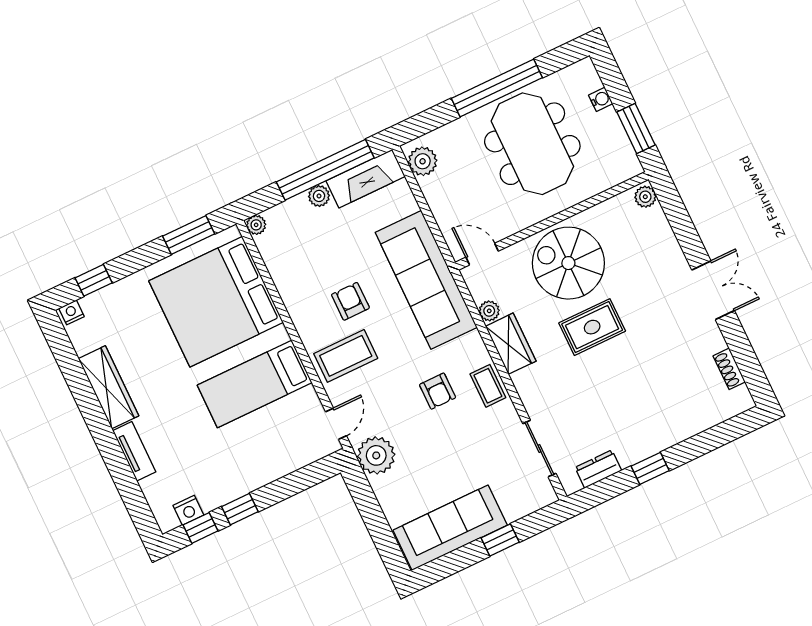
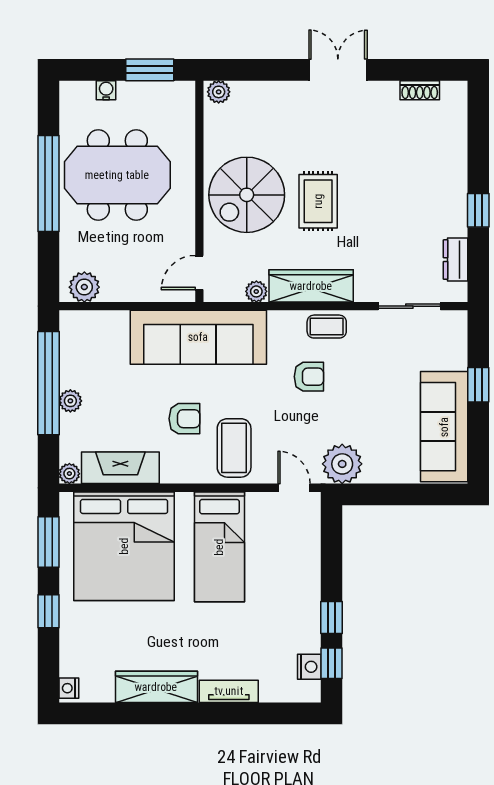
fireplace: (366, 179) -> (120, 468), moved, turned -90
window: (94, 280) -> (48, 611), moved
armchair: (350, 301) -> (184, 419), turned 180
wardrobe: (511, 344) -> (311, 286), width x1.50

